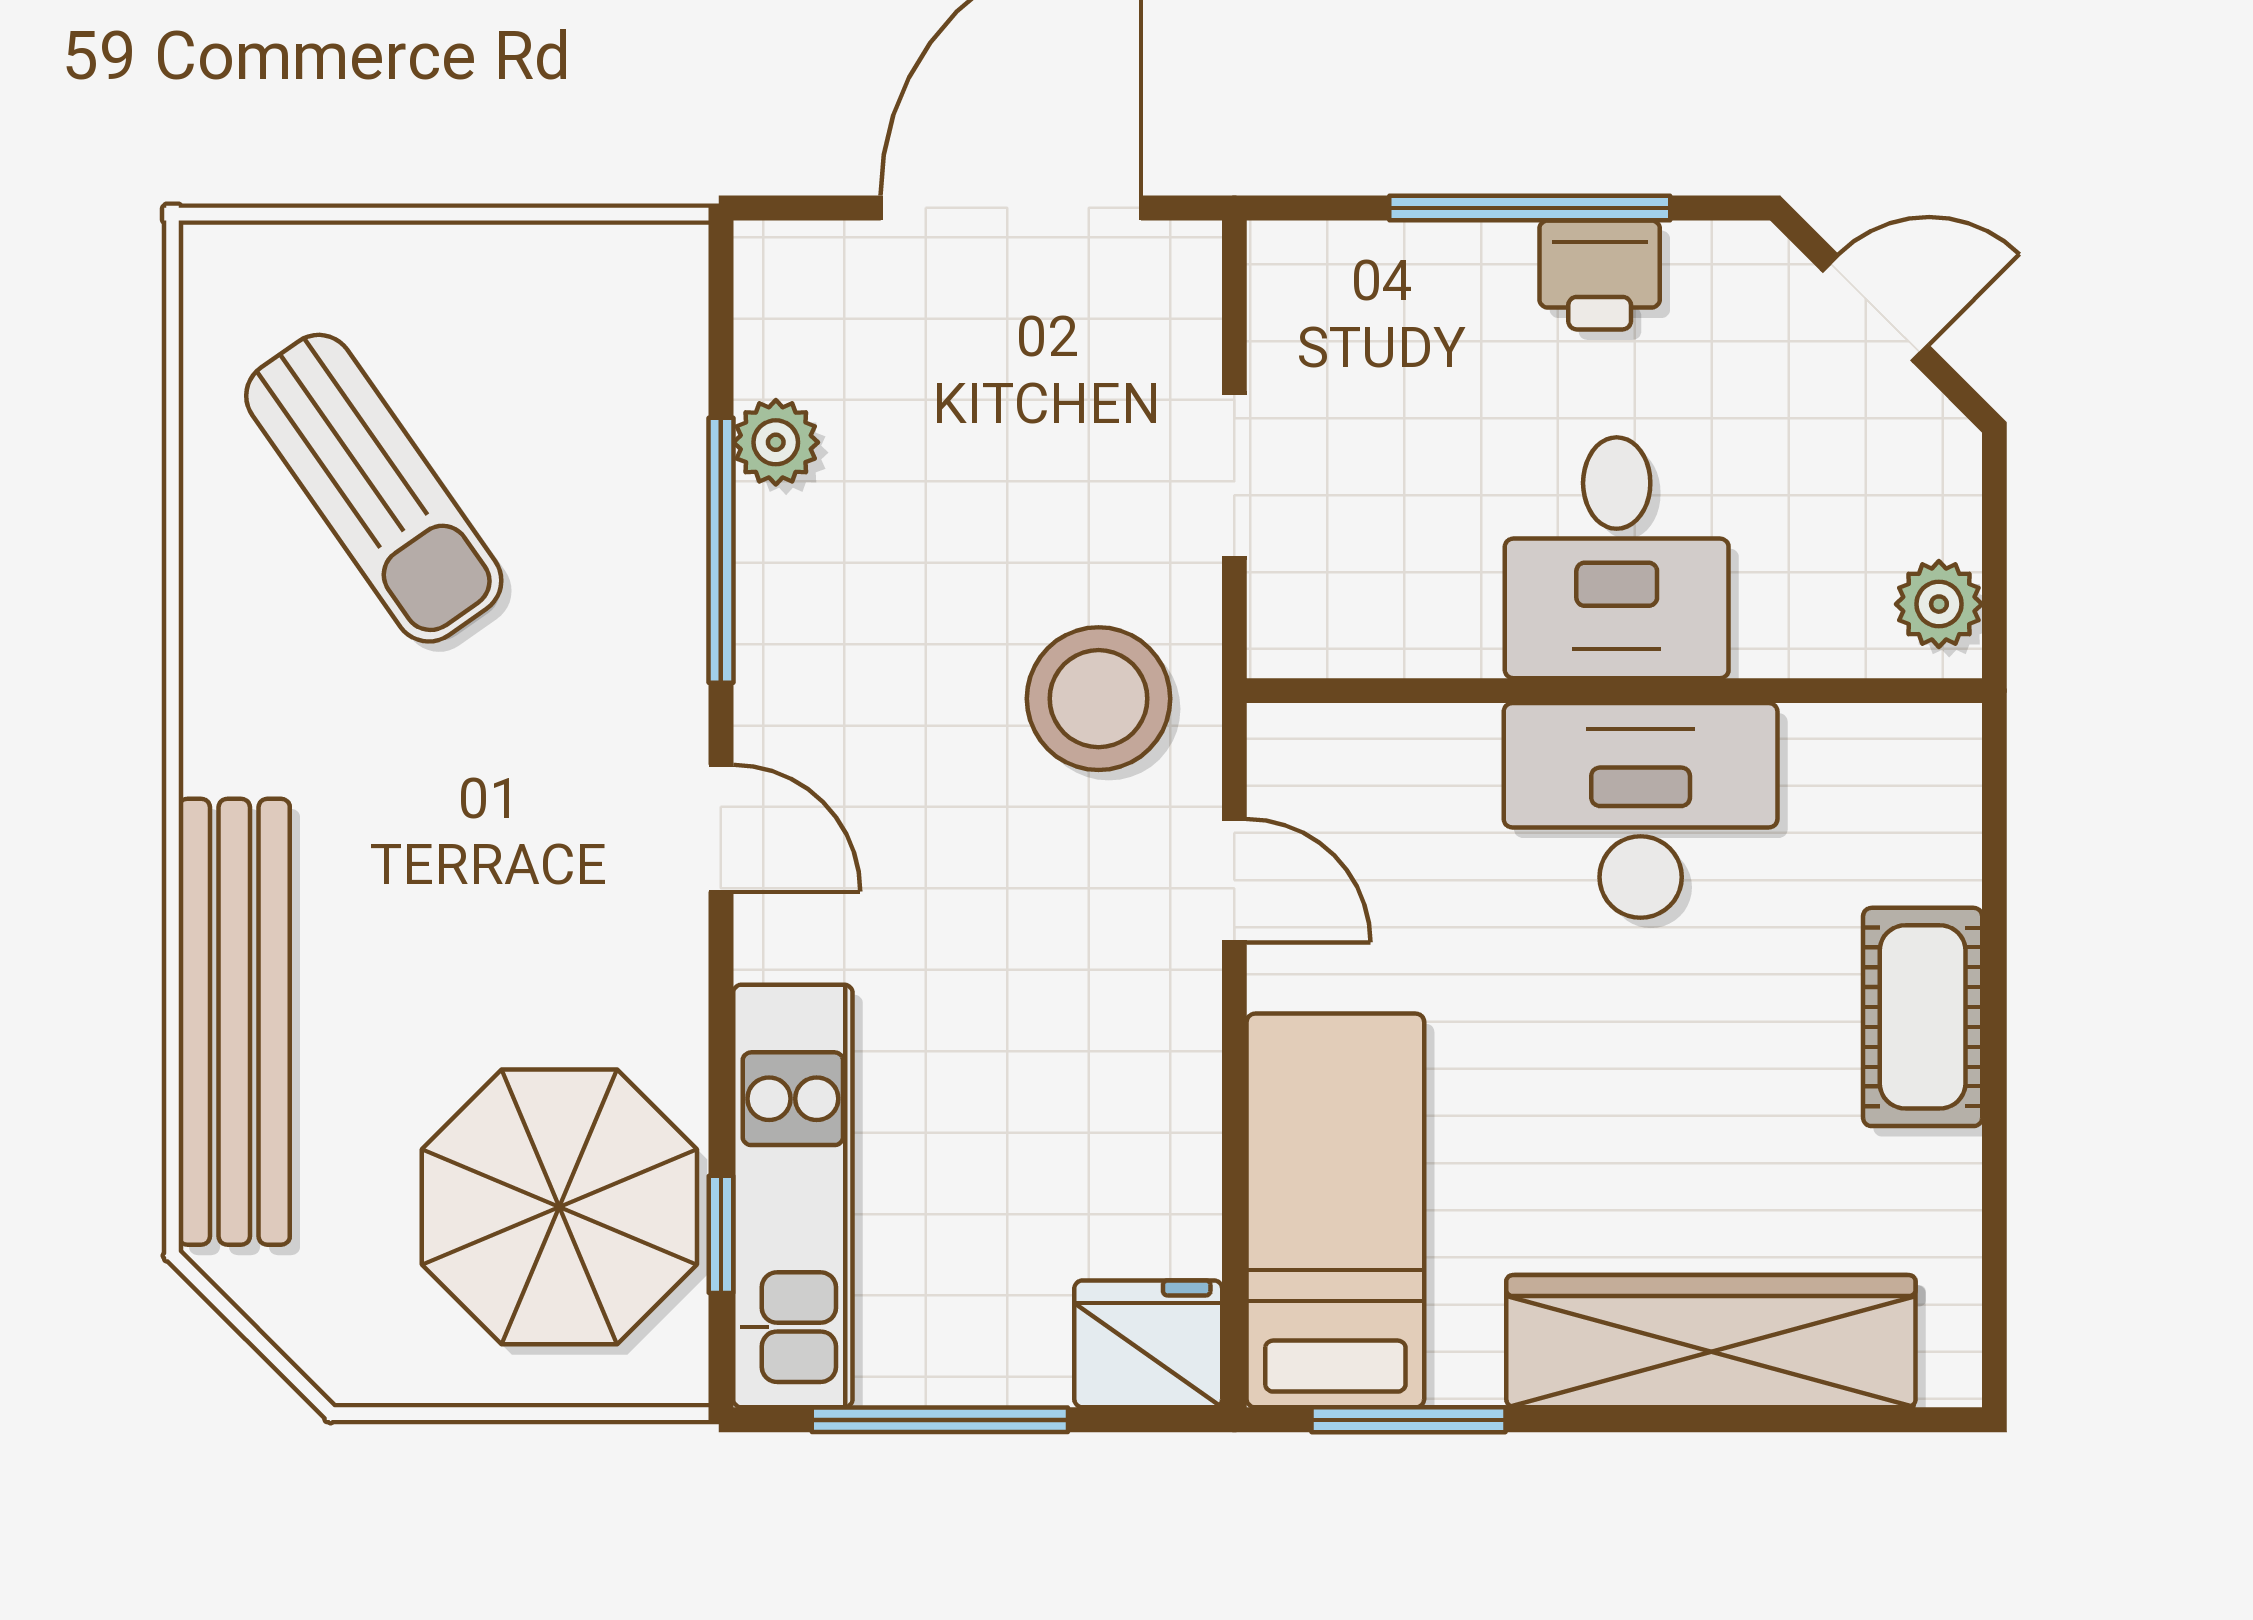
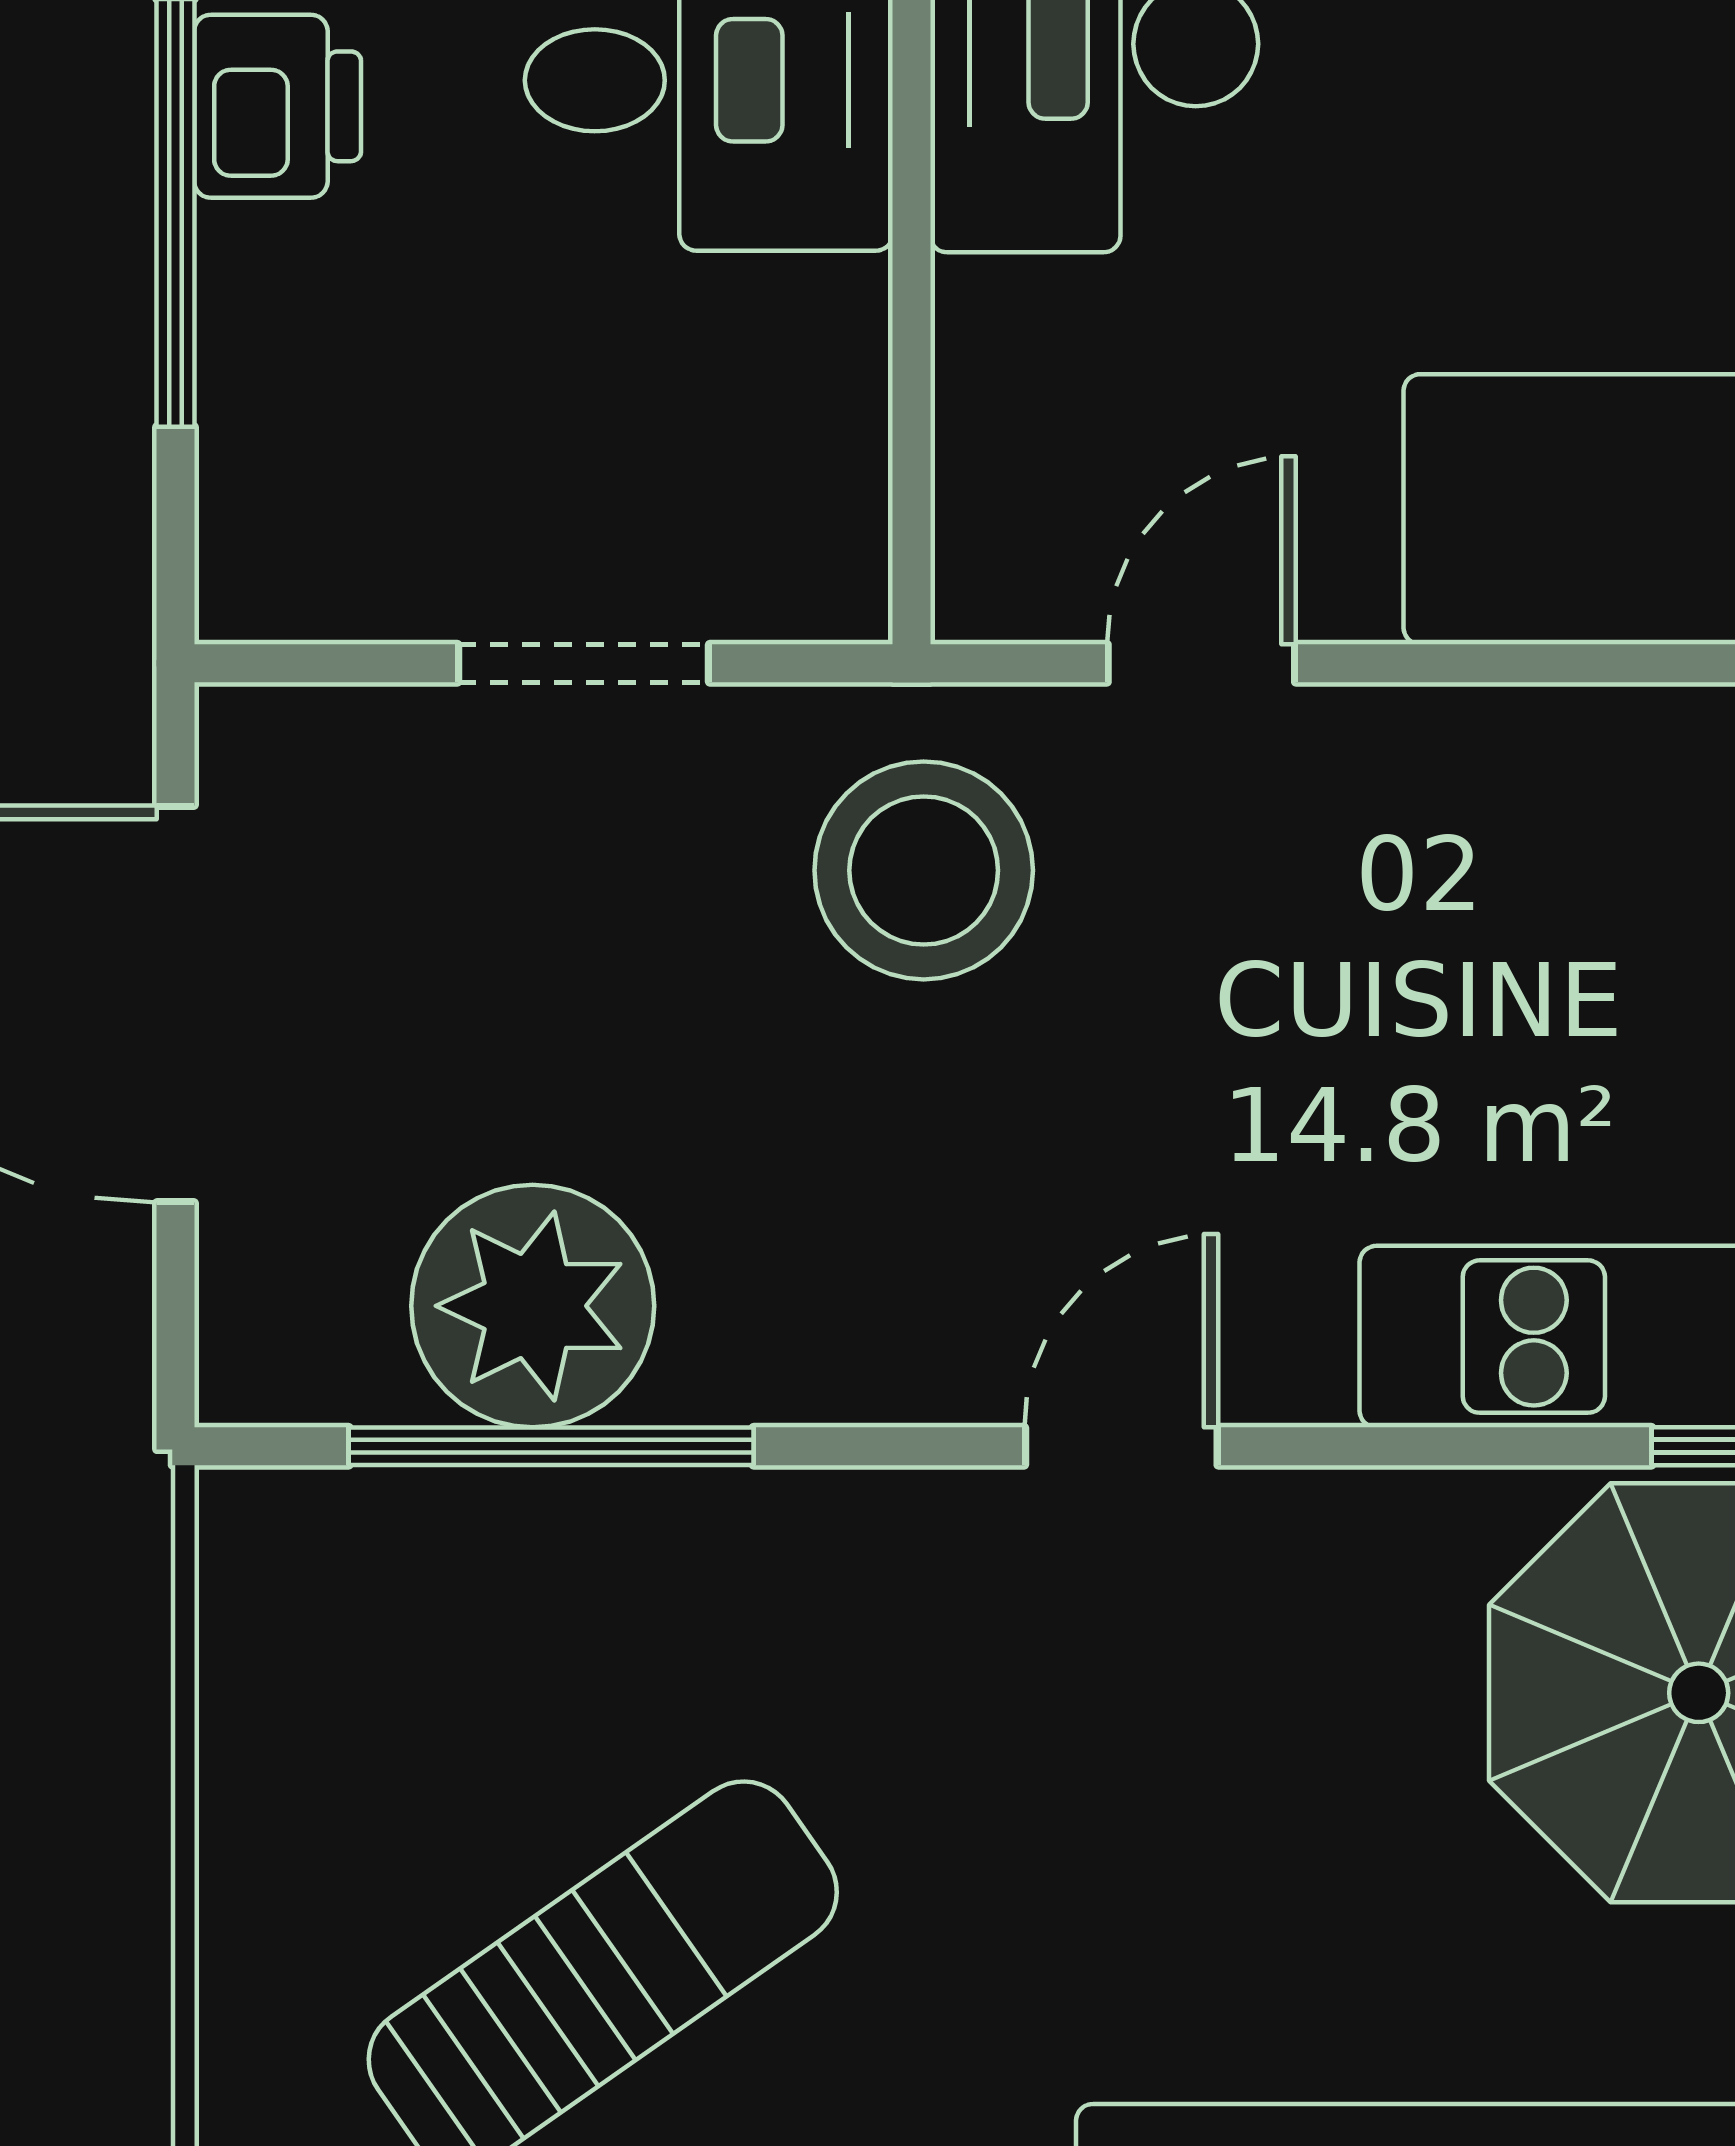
plant: (776, 442) -> (533, 1306), width x1.88, depth x1.88
window: (721, 550) -> (551, 1446), moved

